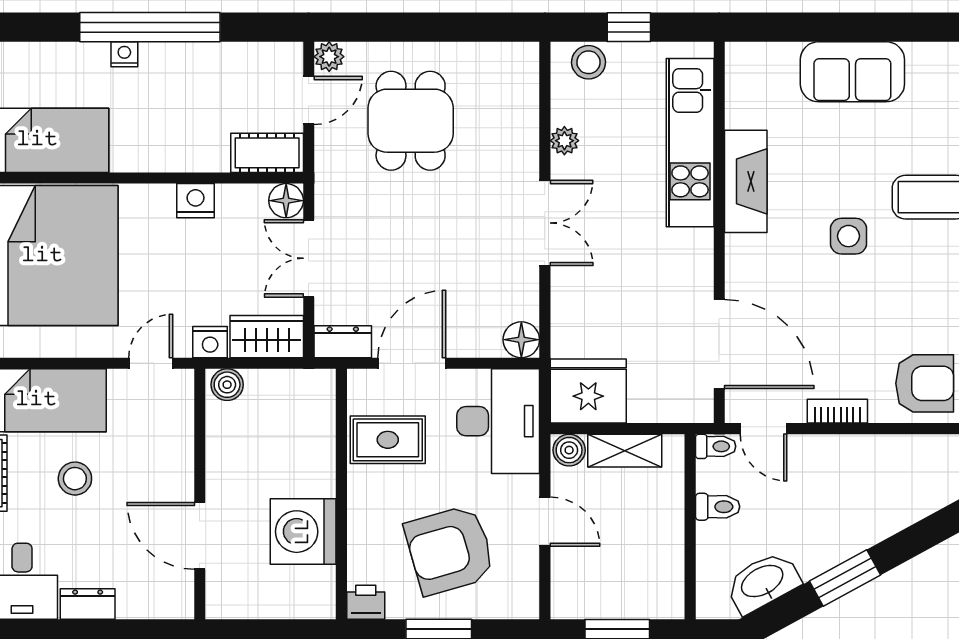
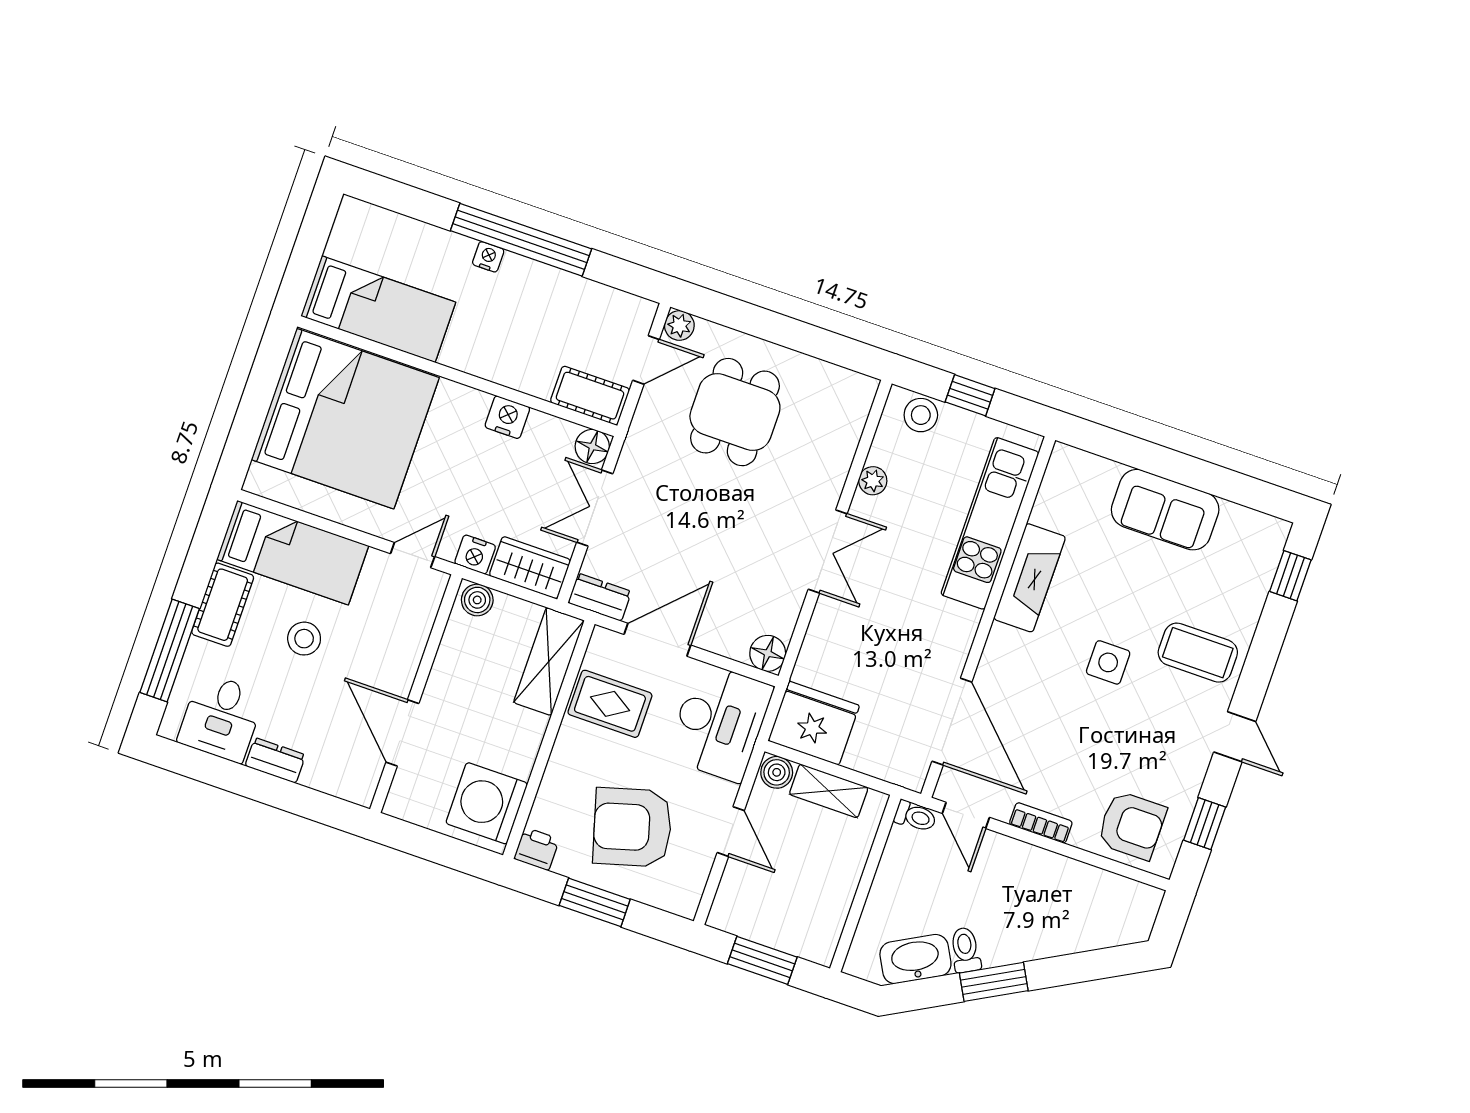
shelving: (316, 420) -> (549, 662), added
toilet: (718, 507) -> (965, 950), moved, turned -119
washing machine: (303, 532) -> (487, 803), moved

